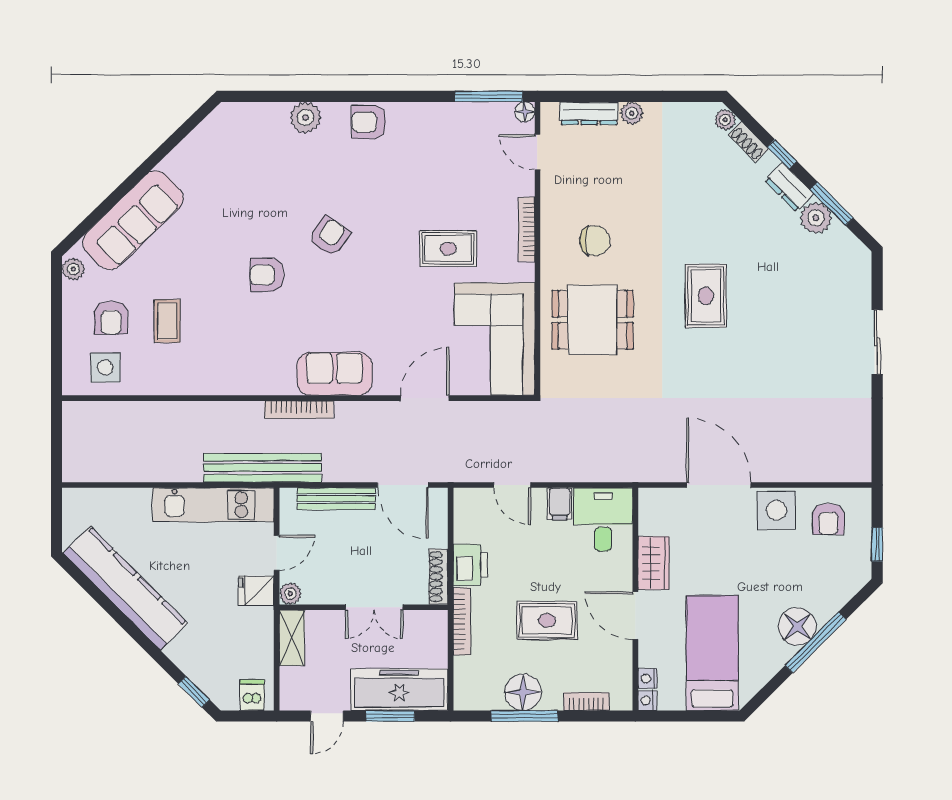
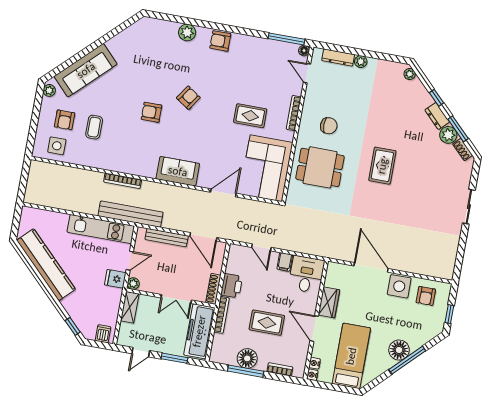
shoe rack: (749, 142) -> (463, 150), moved
bookcase: (299, 410) -> (123, 181), moved
freezer: (399, 690) -> (199, 331), moved, turned -90

